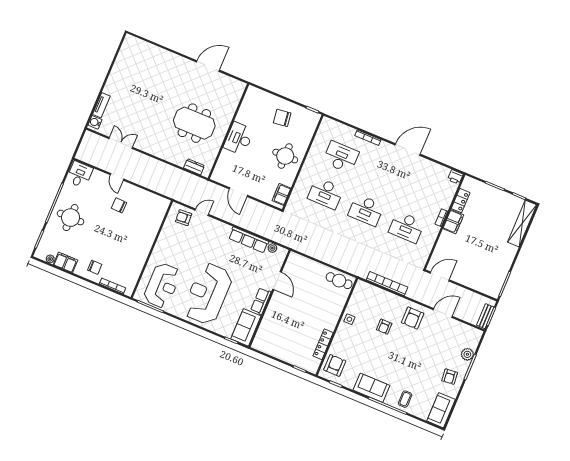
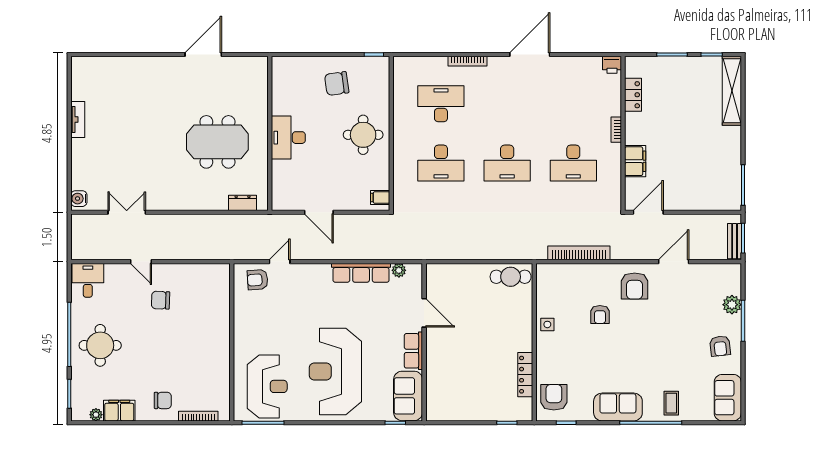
tv unit: (101, 105) -> (78, 120), moved
filing cabinet: (281, 194) -> (380, 197), width x0.50
filing cabinet: (453, 222) -> (635, 161), moved

